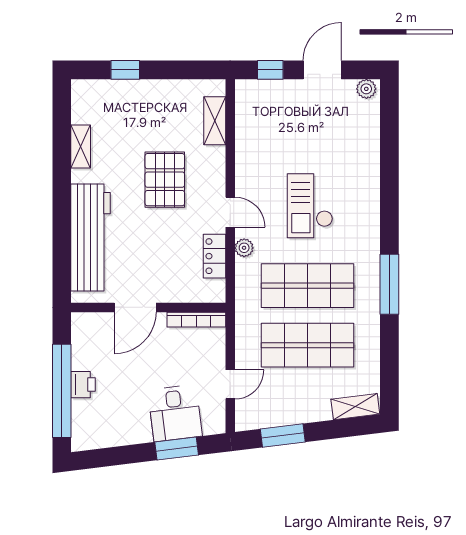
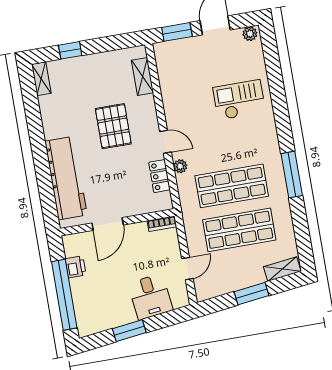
window: (270, 70) -> (177, 32), width x1.50
shelving: (81, 146) -> (41, 79), moved
checkout: (310, 206) -> (239, 100), moved, turned 90
bookcase: (196, 320) -> (162, 224), width x0.64
printer: (83, 385) -> (76, 267), moved
window: (283, 435) -> (252, 294), moved
window: (177, 449) -> (129, 331), moved

